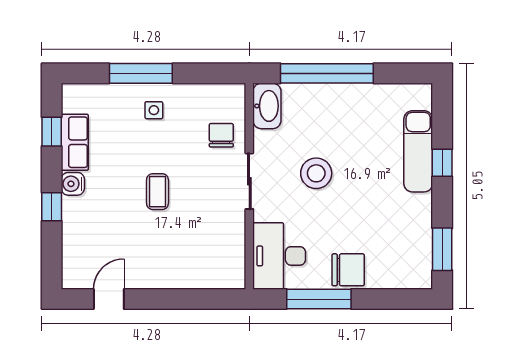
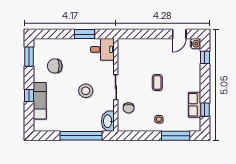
window: (141, 73) -> (176, 136), moved
water cooler: (73, 184) -> (195, 44), moved
window: (52, 207) -> (205, 57), moved
desk: (279, 256) -> (102, 49), width x0.73
chair: (348, 270) -> (55, 66), moved
window: (319, 299) -> (85, 34), width x0.69

